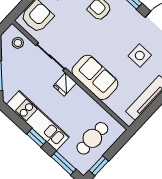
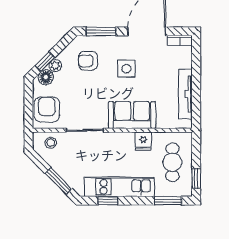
side table: (140, 55) -> (126, 69), moved
fridge: (65, 84) -> (143, 141), moved
window: (36, 138) -> (108, 201), moved

